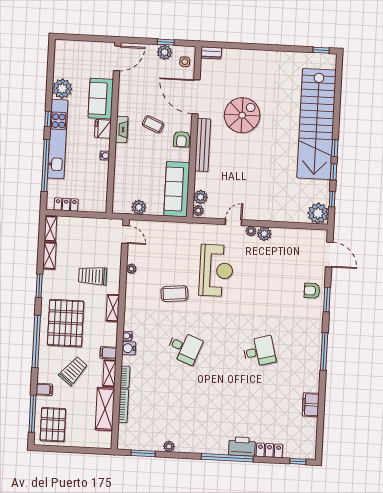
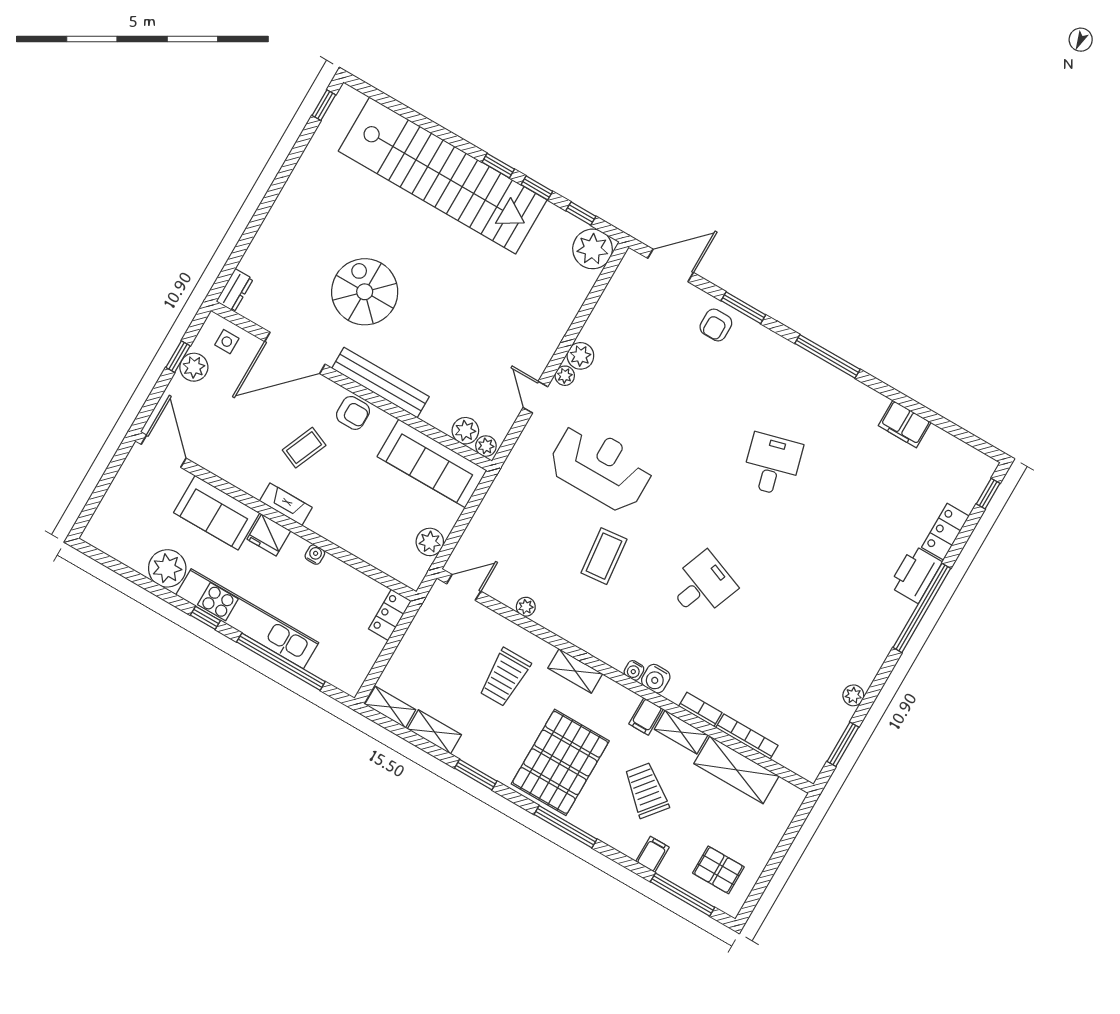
locker: (66, 204) -> (390, 615), moved
pallet: (66, 323) -> (560, 762), turned 90
window: (36, 341) -> (566, 827), width x0.68
pallet: (53, 425) -> (718, 870), width x0.67, depth x0.71

